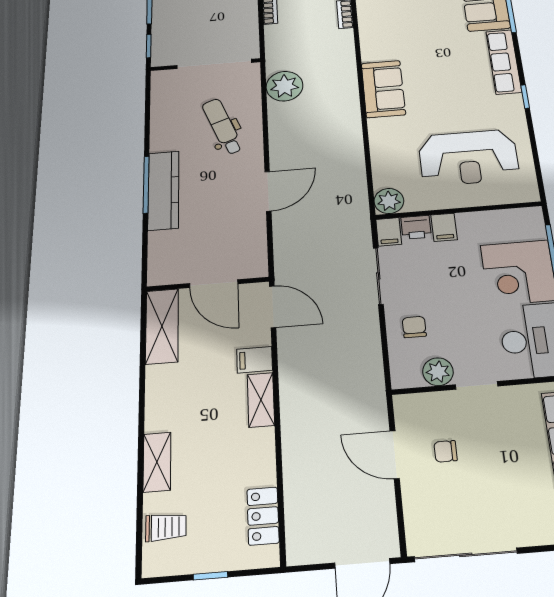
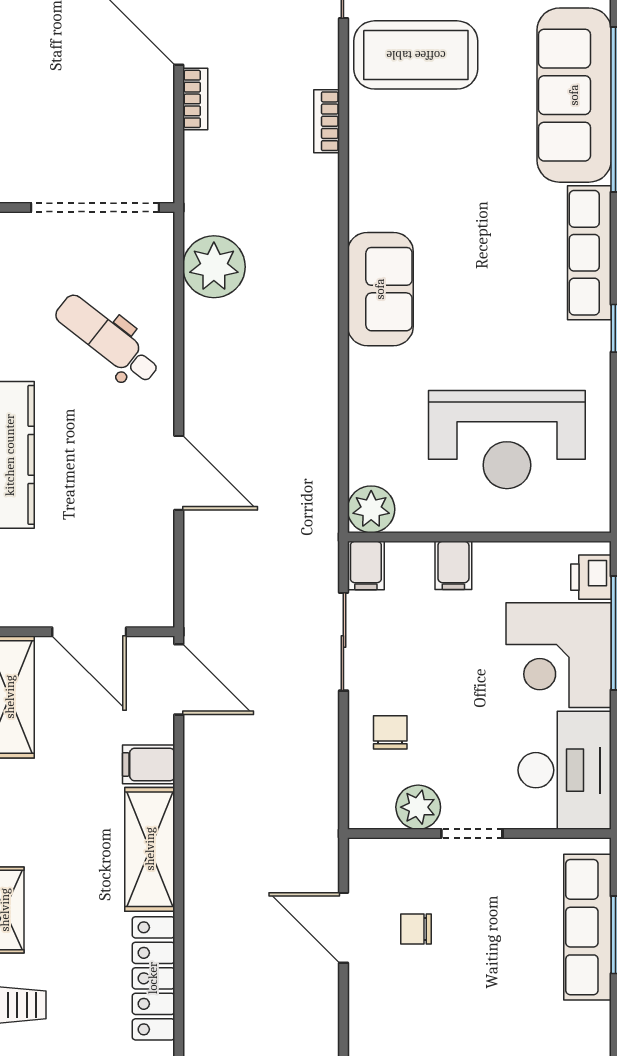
dental chair: (222, 126) -> (107, 339), turned -31
door: (268, 191) -> (179, 473), hinge flipped
printer: (416, 227) -> (591, 577), moved, turned 90
shelving: (261, 400) -> (150, 849), width x1.50, depth x1.33
locker: (263, 516) -> (153, 978), width x1.53

